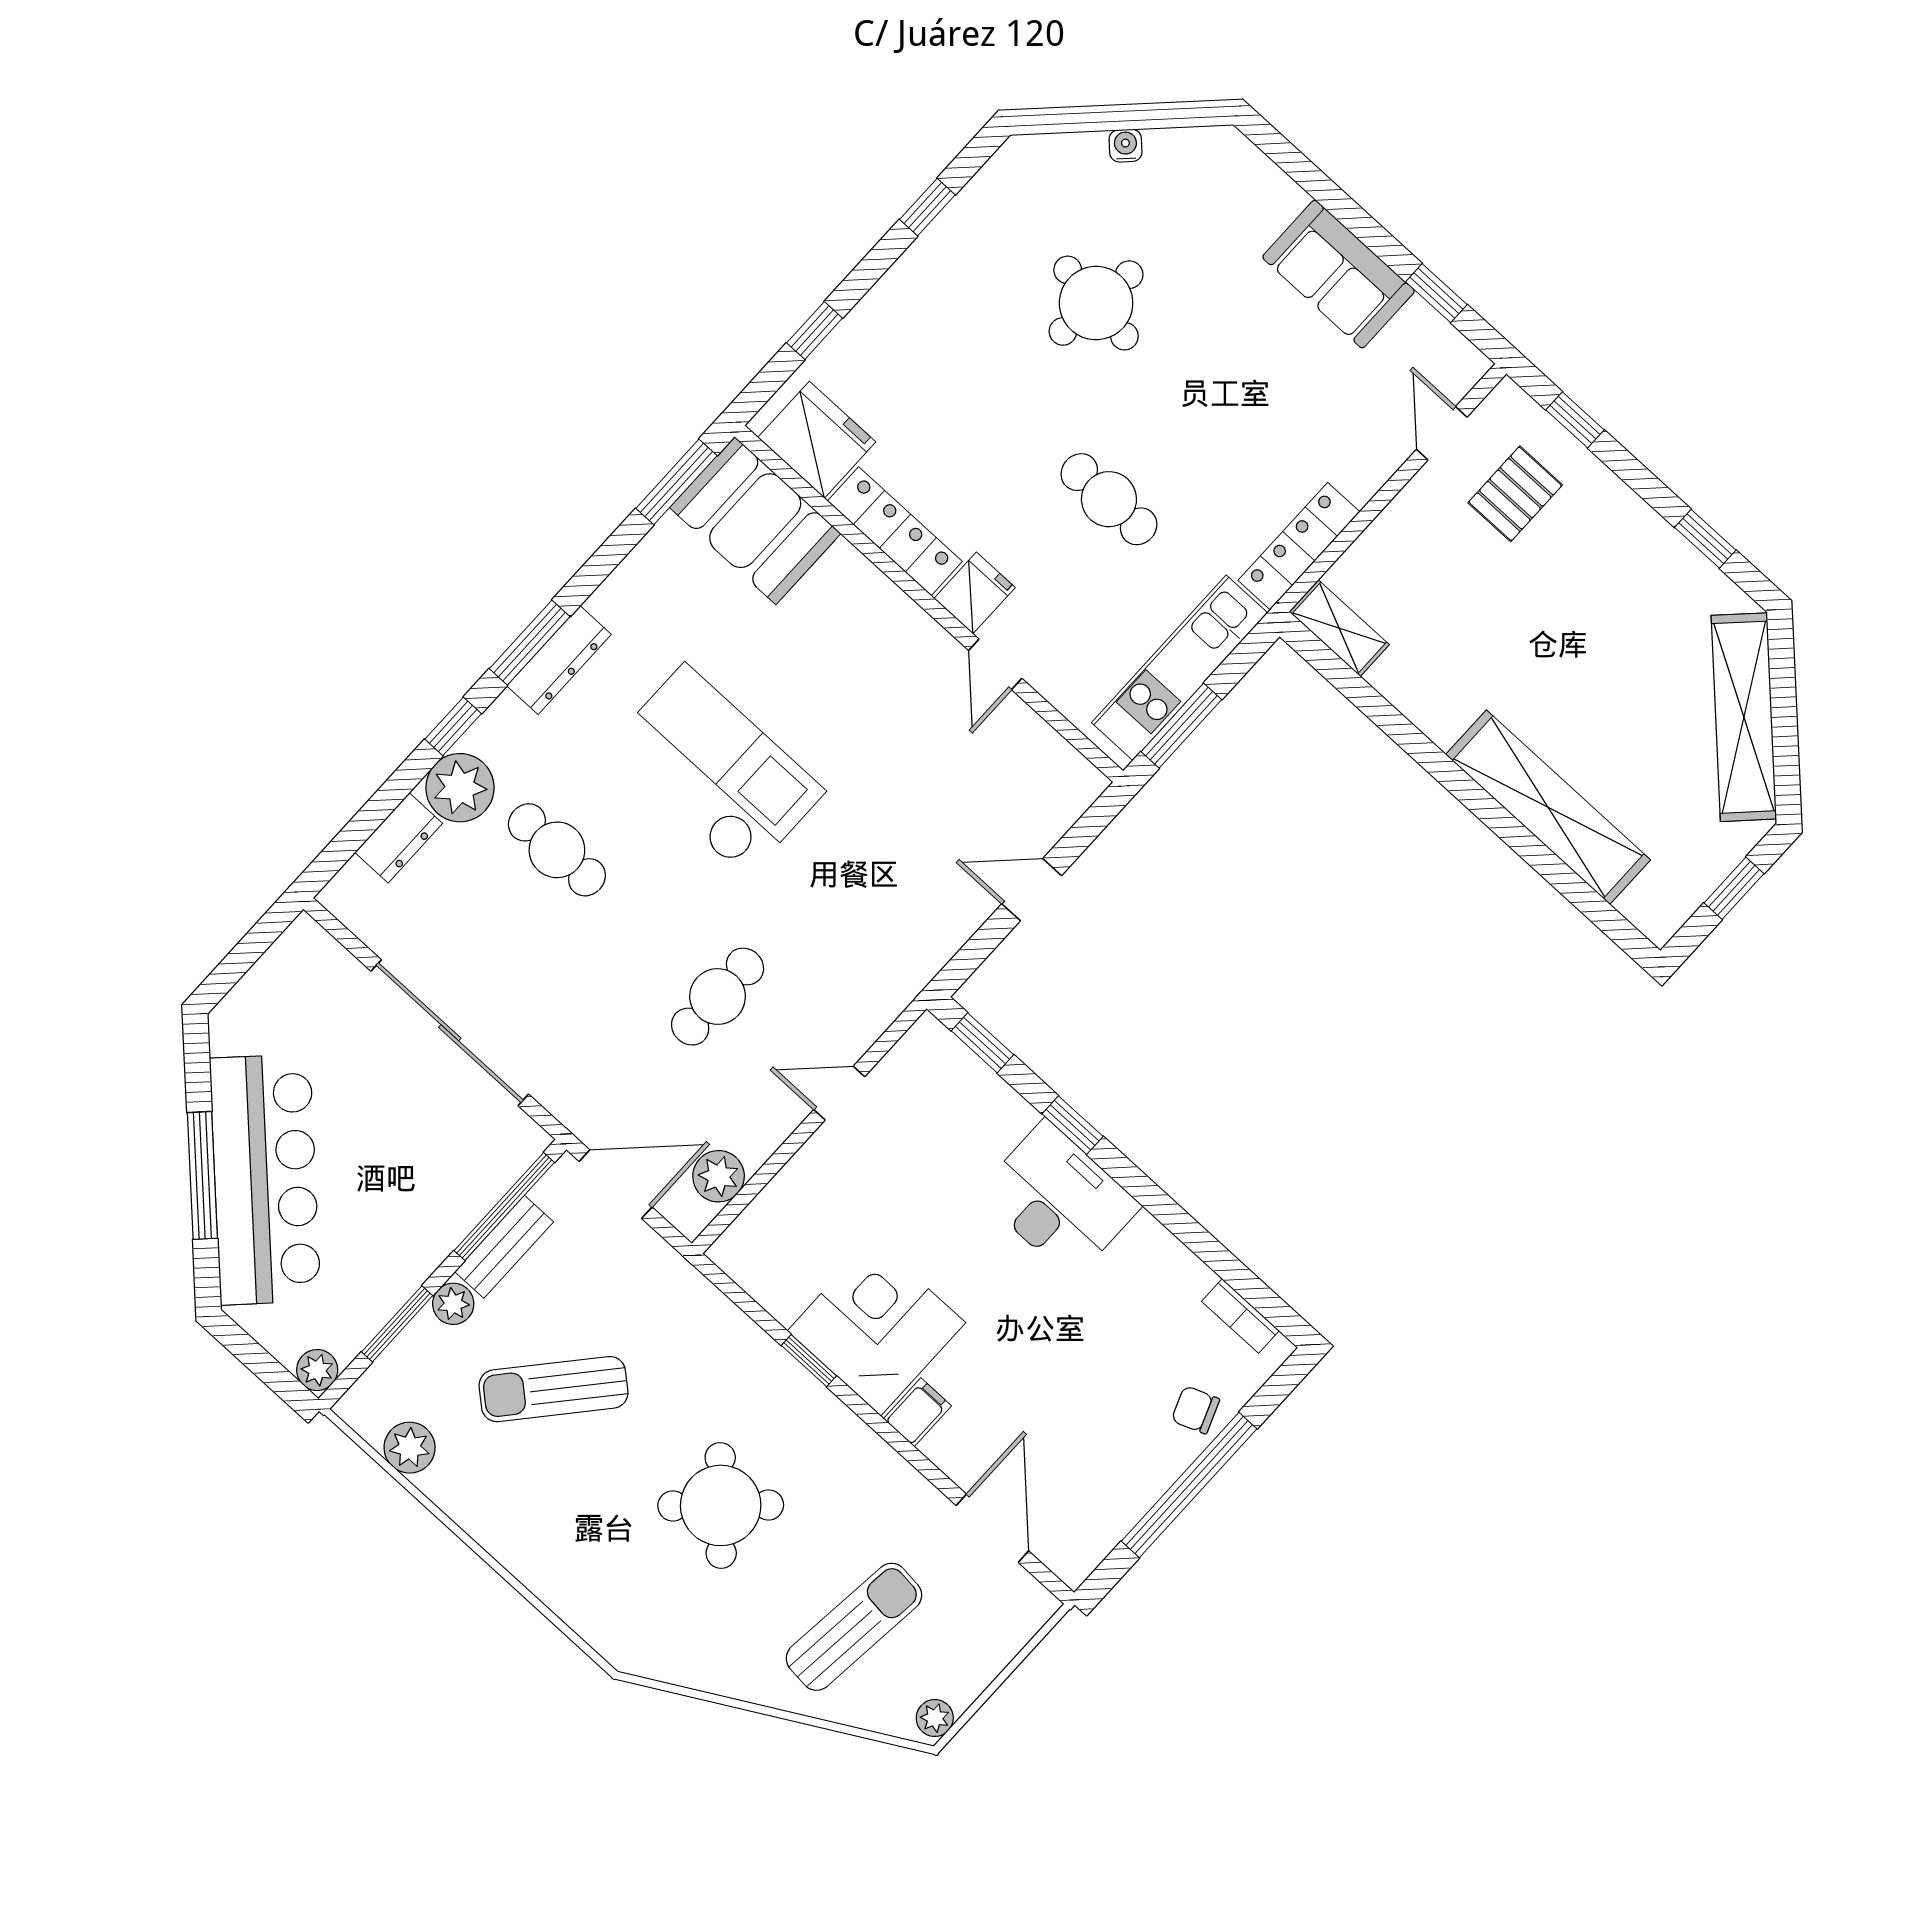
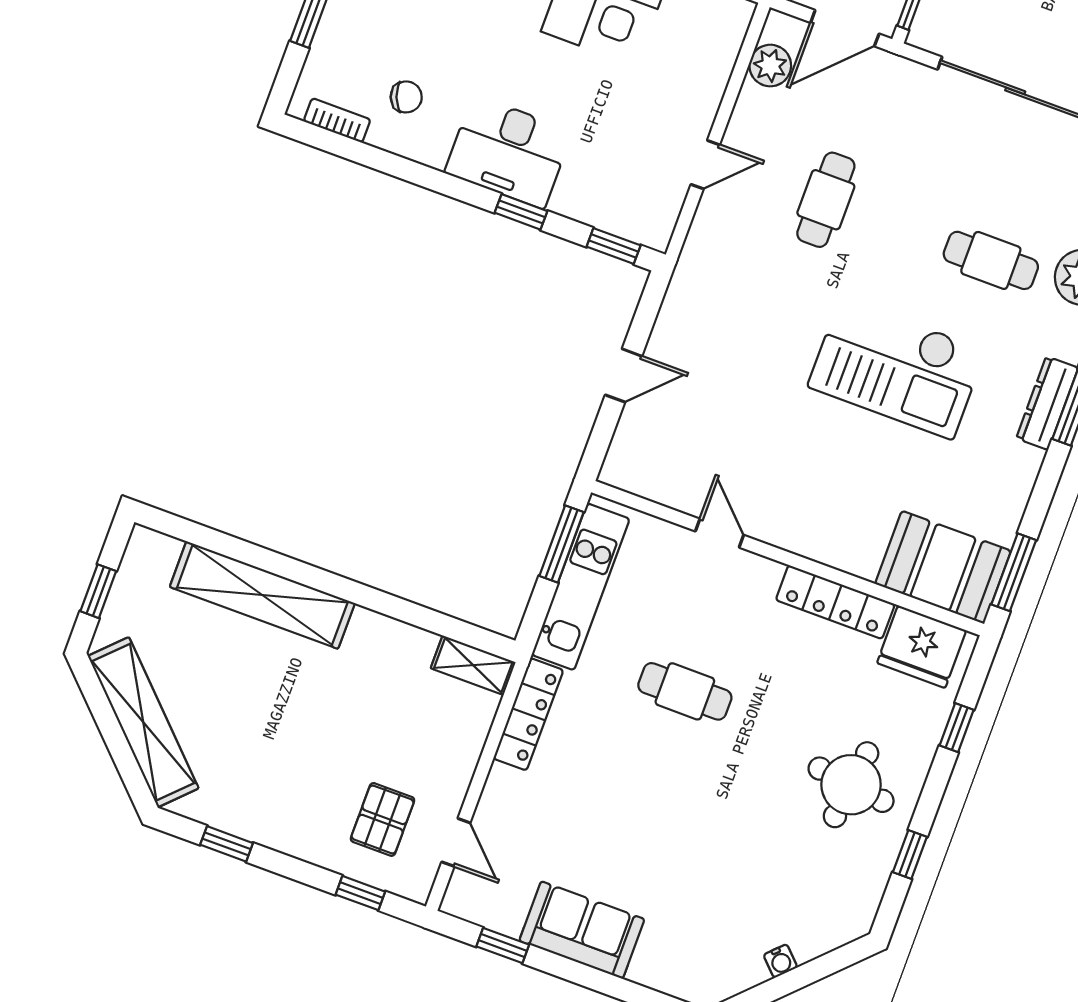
round table: (1096, 303) -> (851, 785), moved
fridge: (975, 593) -> (757, 580), removed
chair: (1195, 1410) -> (406, 97), moved

